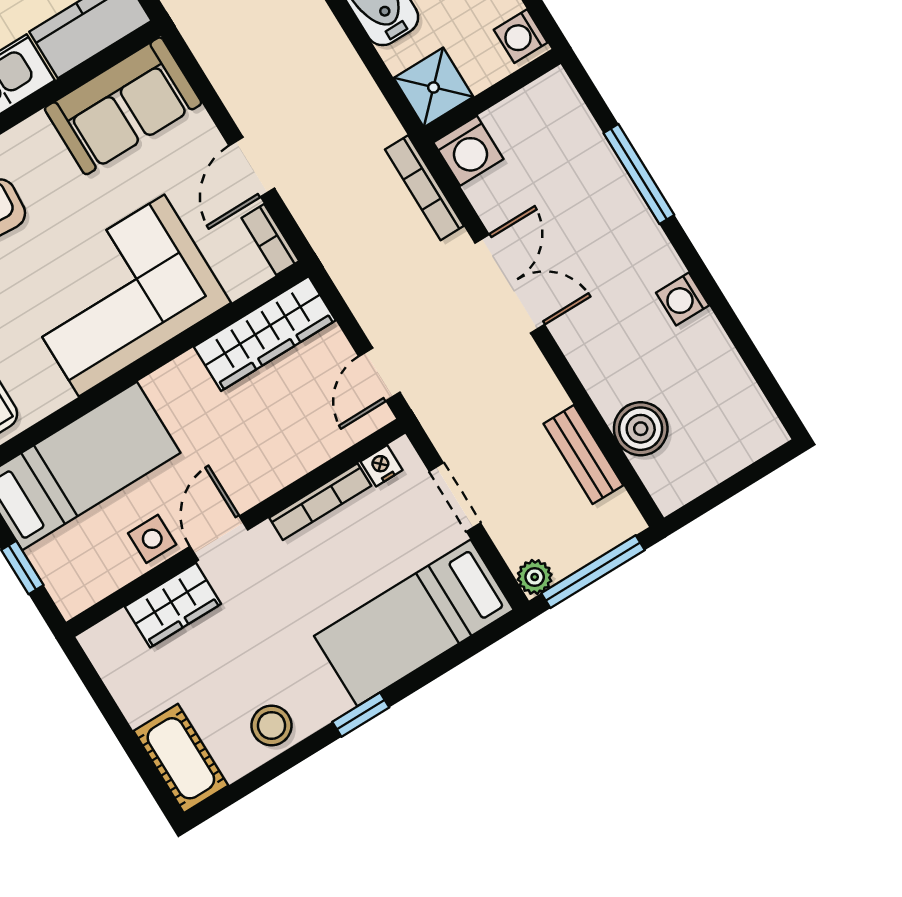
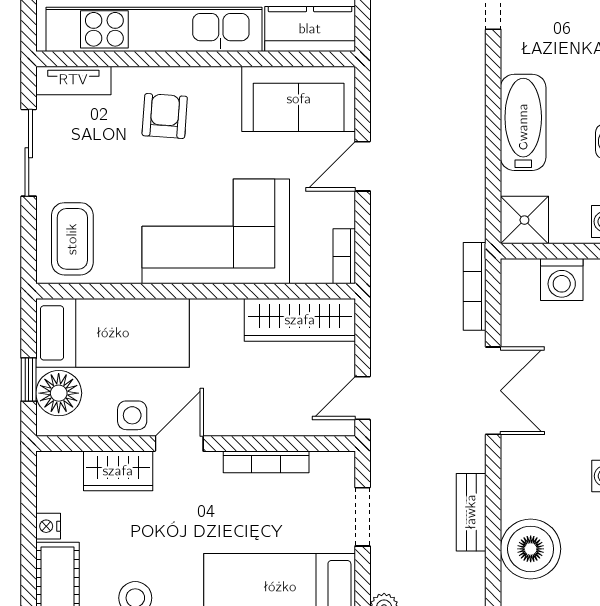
washing machine: (468, 151) -> (562, 280), moved
door: (252, 167) -> (363, 166), moved
boiler: (641, 429) -> (531, 549), width x1.37, depth x1.37
bench: (583, 455) -> (471, 512), moved
nightstand: (382, 466) -> (48, 526), moved, turned -90
floor lamp: (62, 563) -> (59, 393), added

